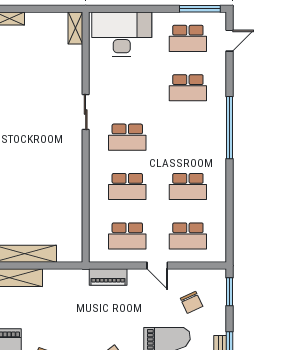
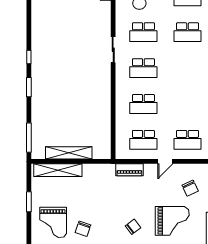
school desk: (188, 187) -> (143, 32), moved
door: (157, 266) -> (165, 161), hinge flipped

